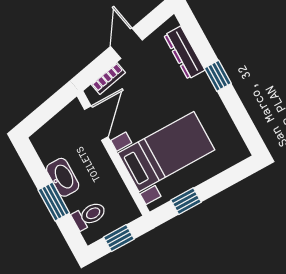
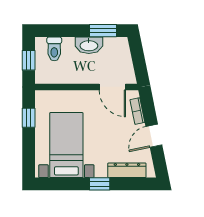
door: (126, 43) -> (154, 136), swing flipped
bed with nightstands: (166, 152) -> (66, 145), moved, turned 180
window: (54, 202) -> (103, 31), moved

